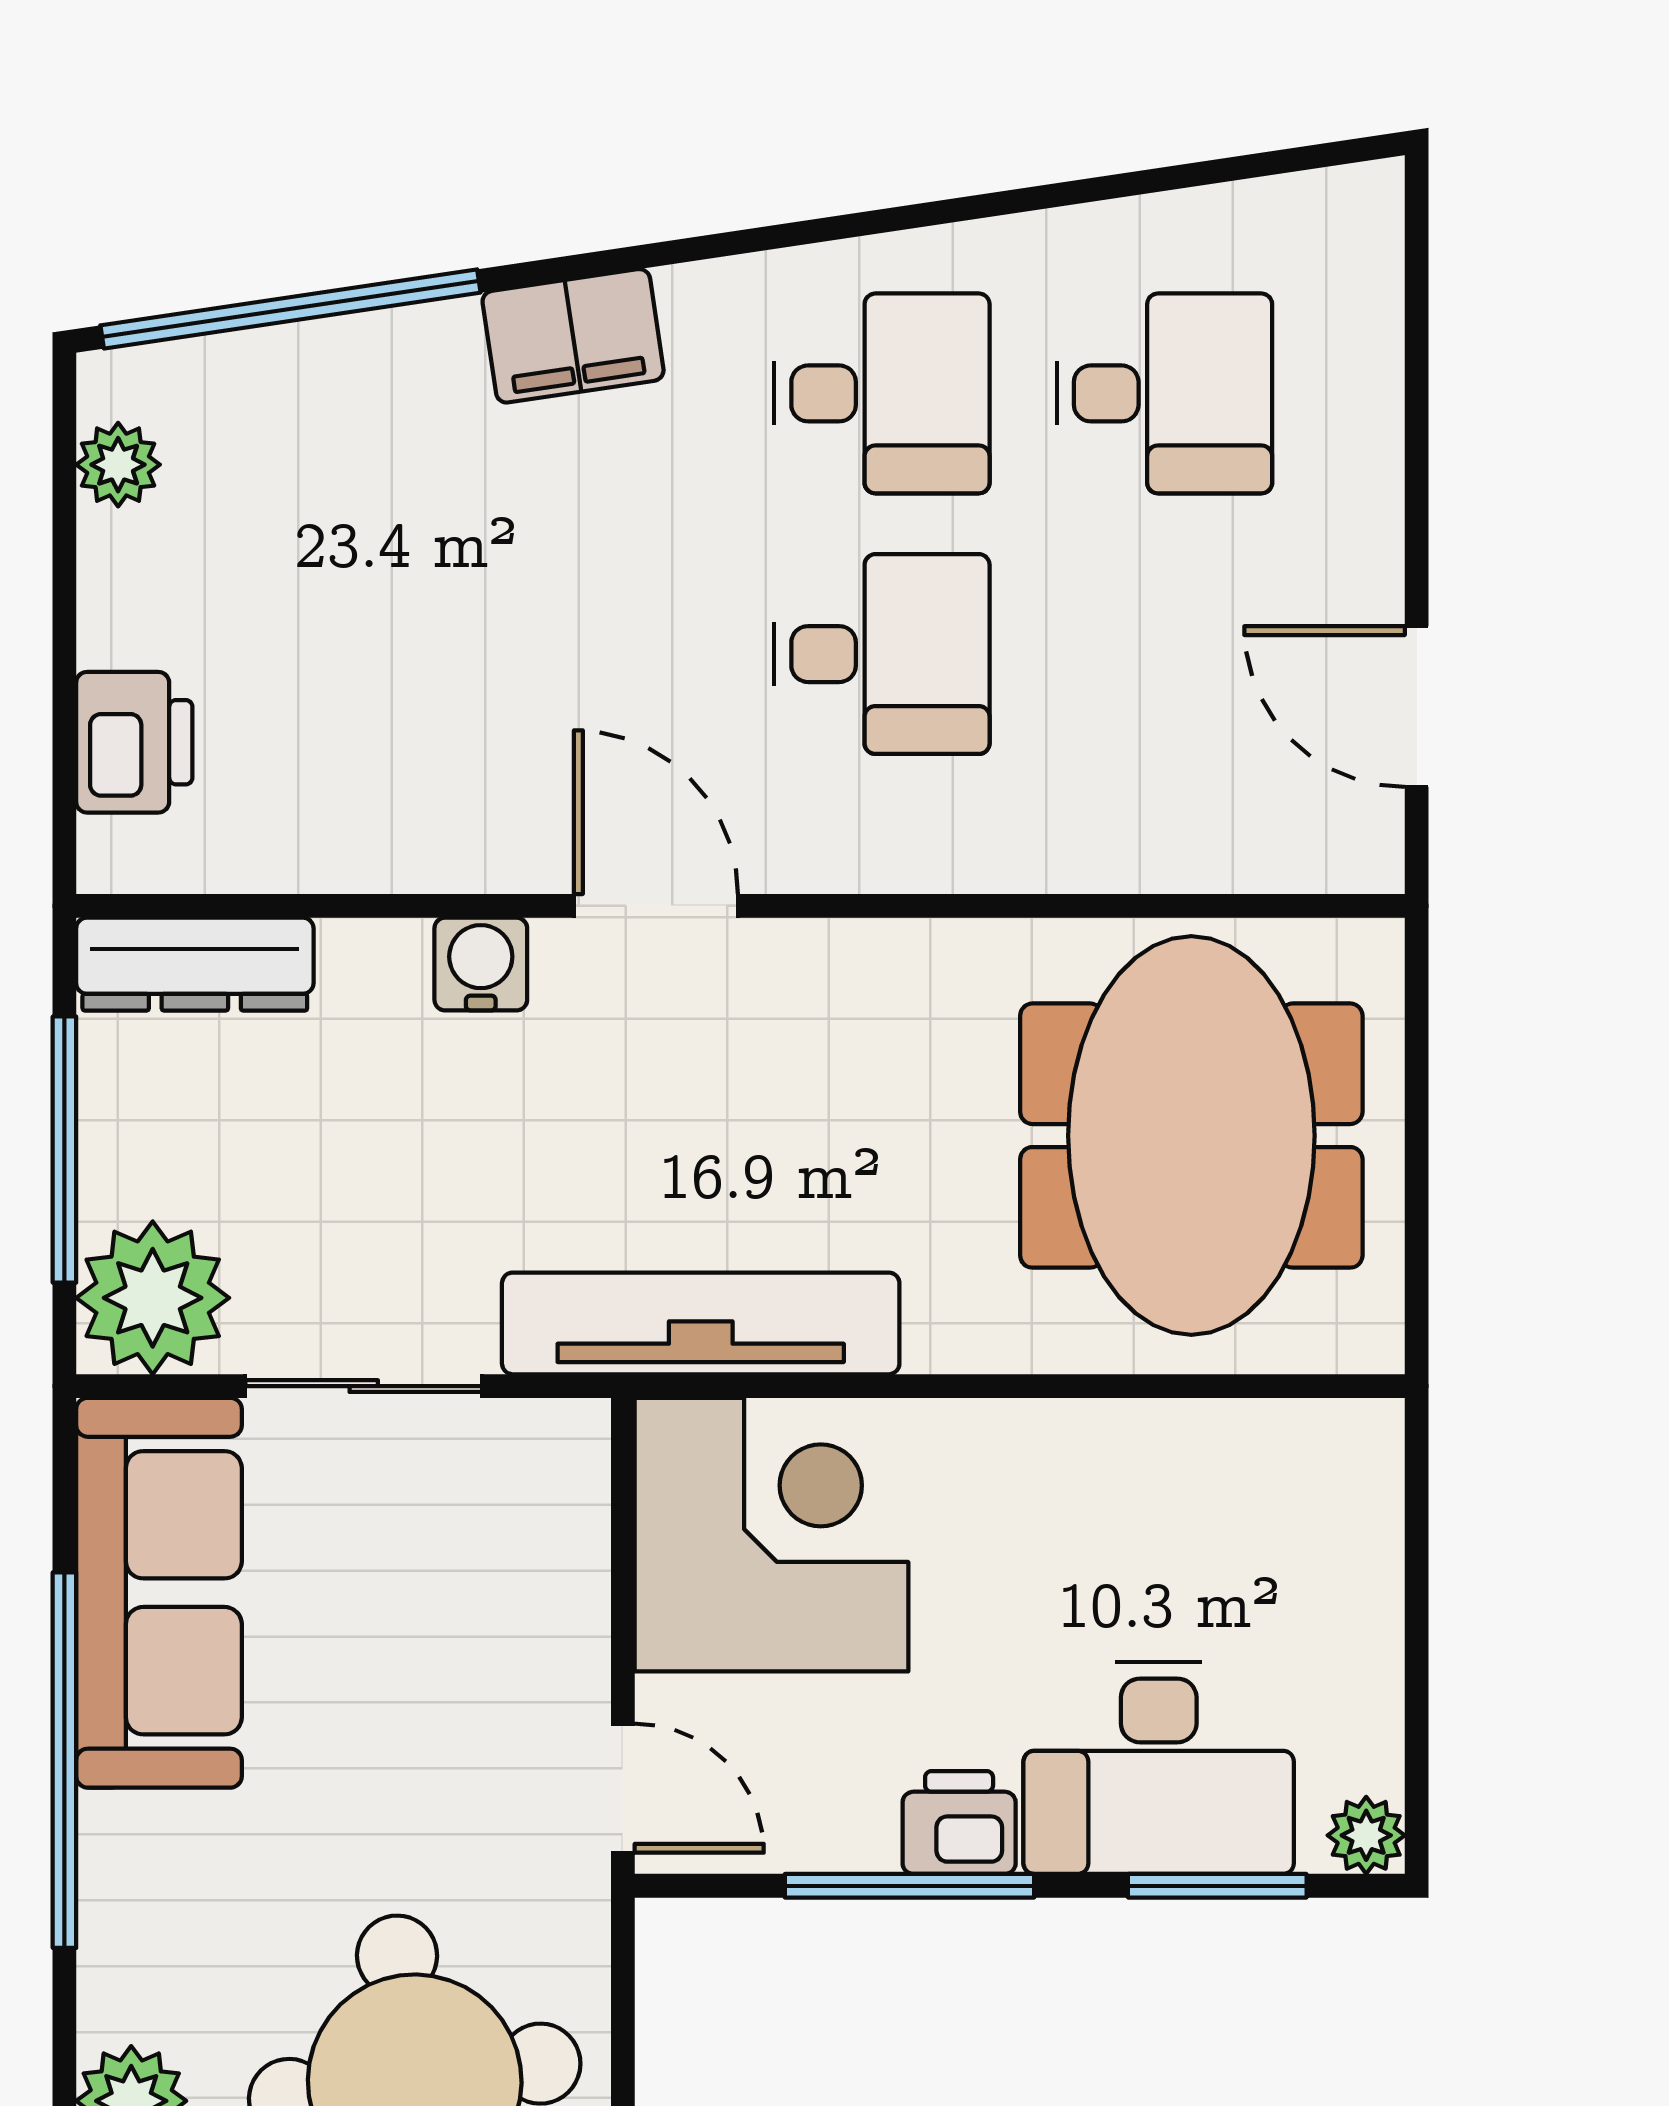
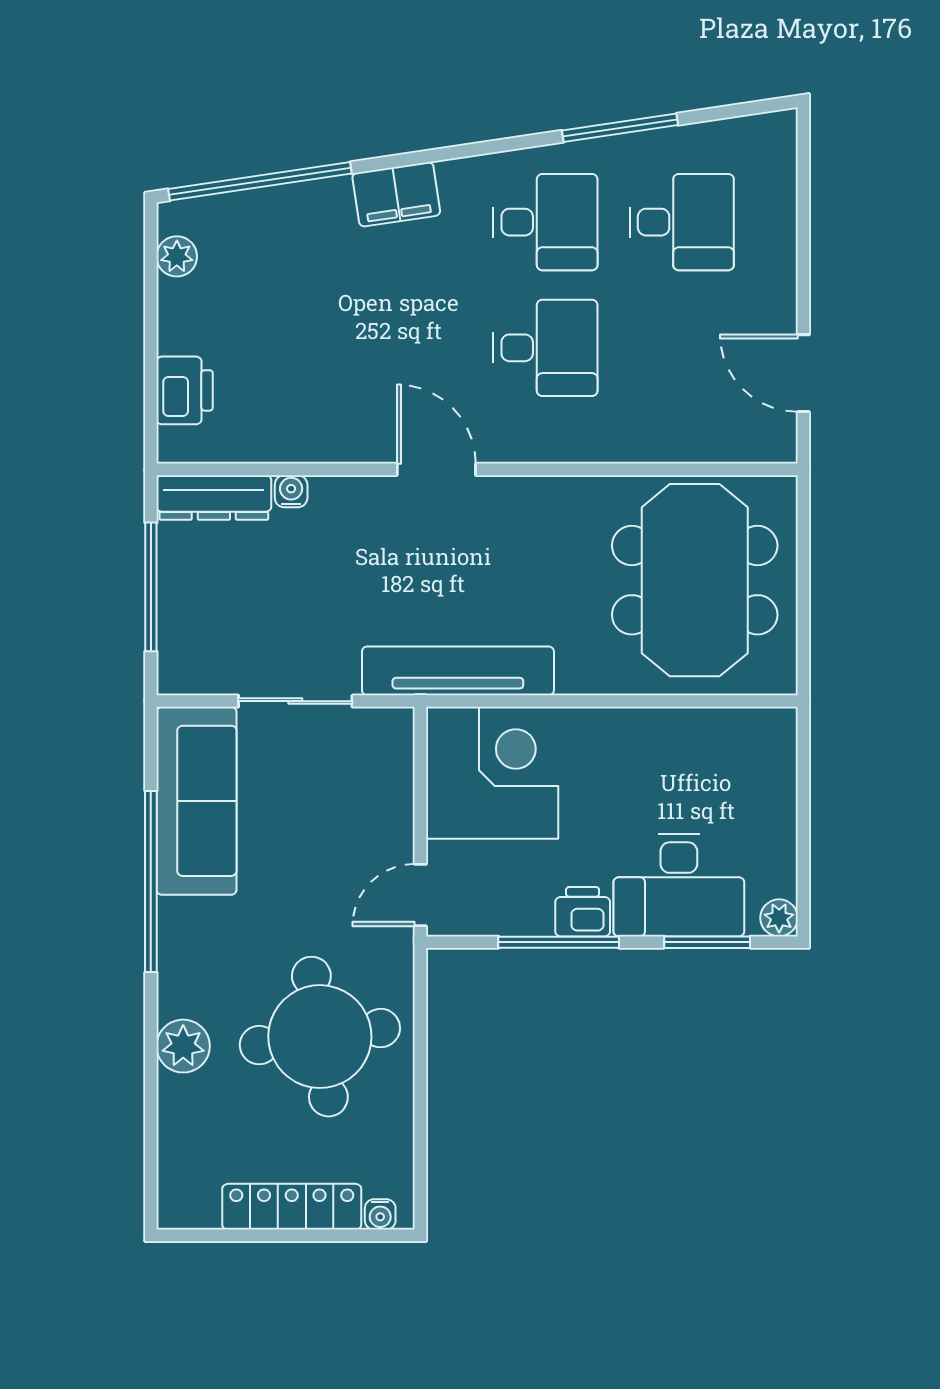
window: (1037, 198) -> (620, 128), added
water cooler: (481, 964) -> (291, 491), moved, width x0.72, depth x0.72
plant: (153, 1298) -> (193, 658), removed
door: (623, 1788) -> (420, 895), swing flipped

